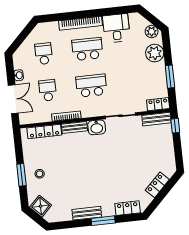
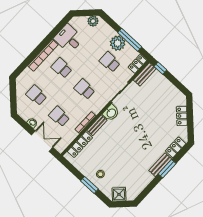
school desk: (87, 49) -> (62, 68), width x0.54
plant: (155, 53) -> (118, 43), moved
window: (170, 77) -> (130, 40), width x1.44
school desk: (135, 81) -> (110, 62), added
school desk: (91, 86) -> (85, 89), width x0.54
bench: (87, 213) -> (160, 165), moved

